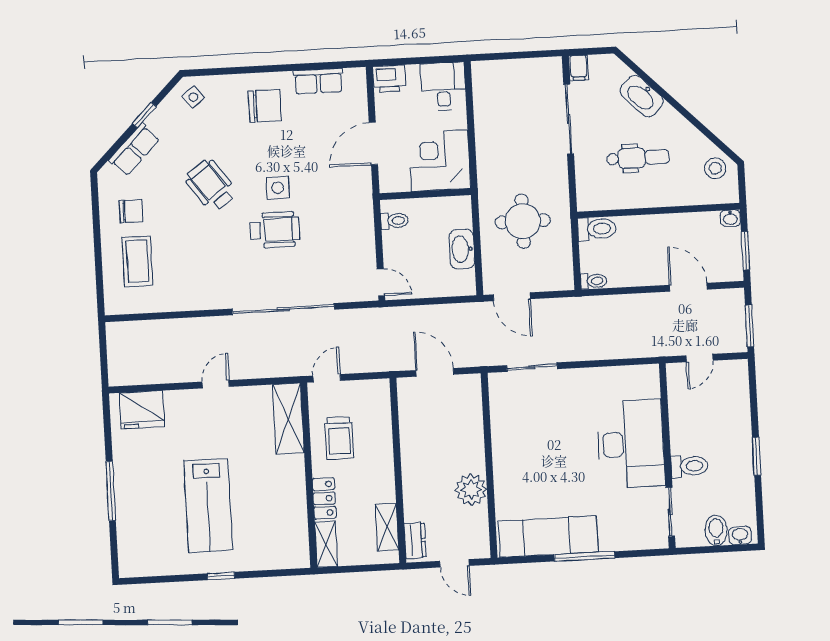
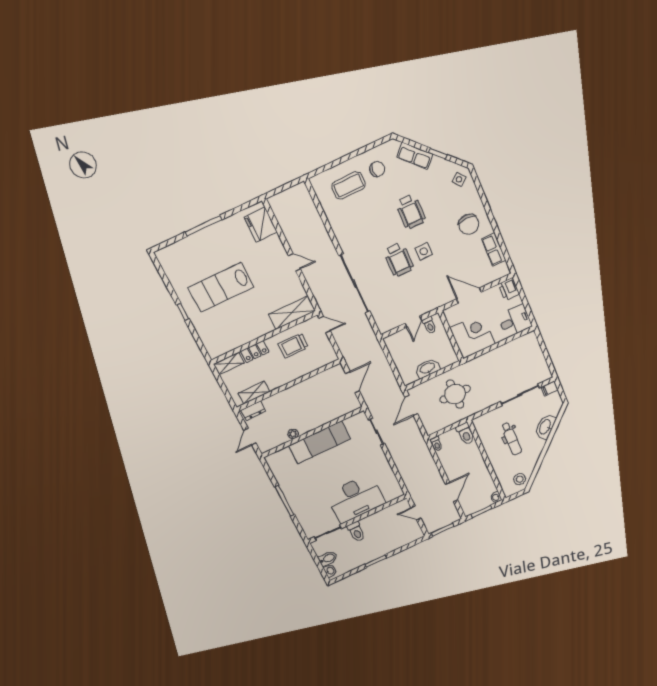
wheelchair: (211, 185) -> (411, 211), turned 126
chair: (131, 211) -> (377, 169), turned -90
door: (381, 282) -> (413, 322), moved
plant: (471, 490) -> (293, 434), width x0.53, depth x0.53
exam couch: (548, 537) -> (320, 442), moved, turned 90

